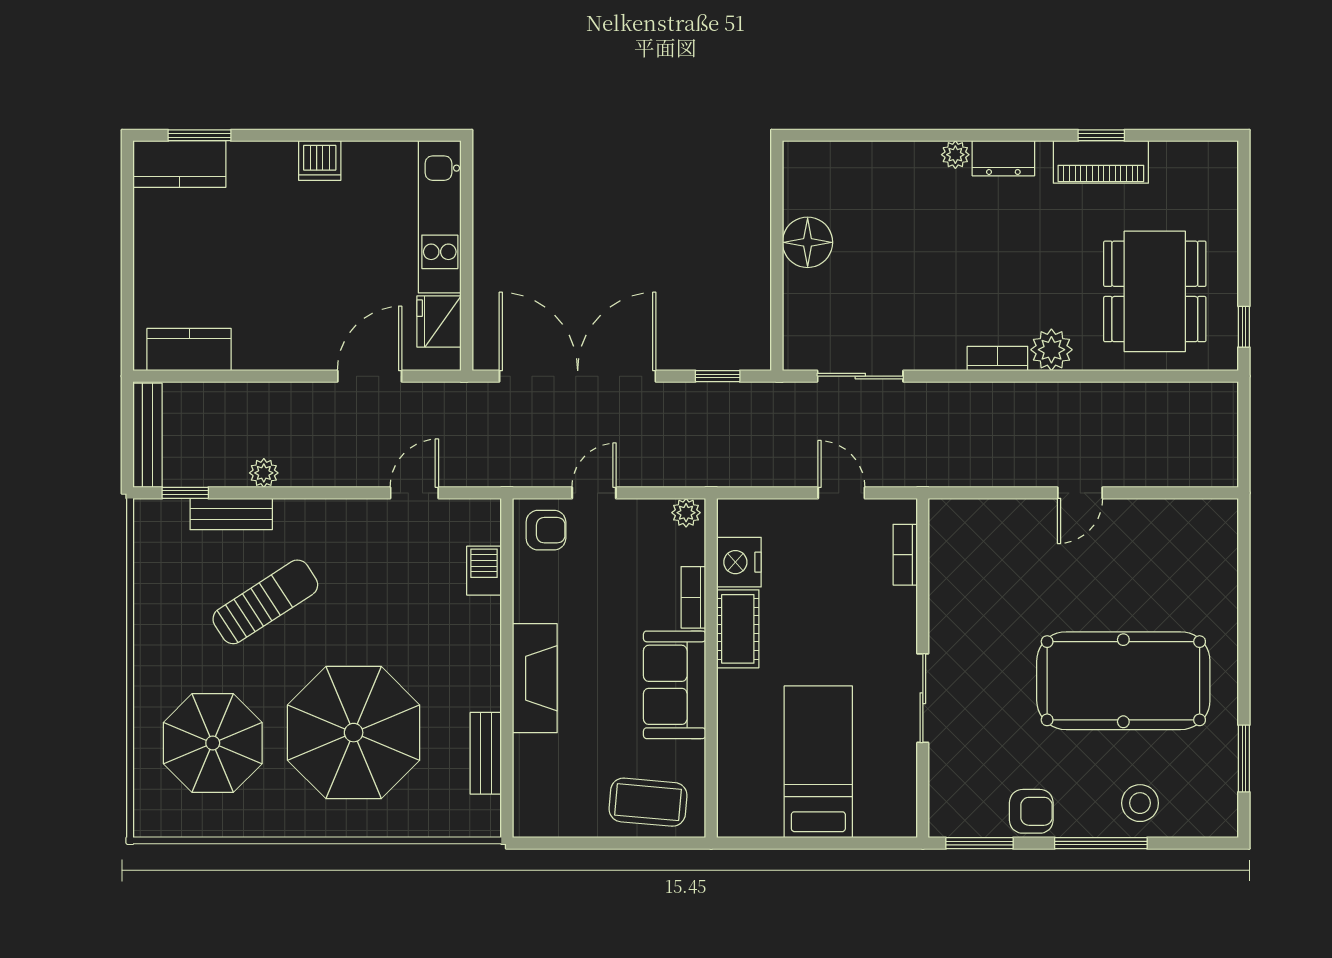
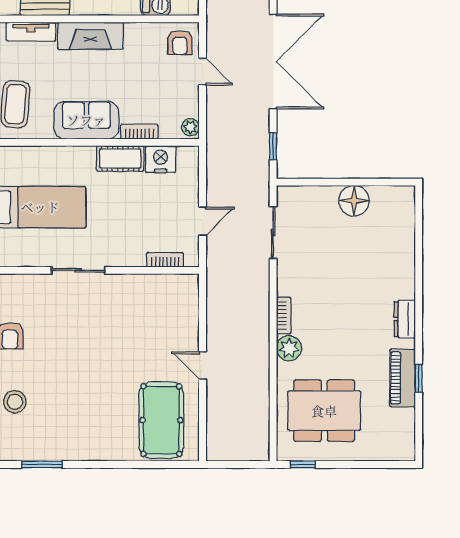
plant: (955, 155) -> (407, 290), removed
pool table: (1123, 681) -> (161, 420), moved, width x0.73, depth x0.76
tv unit: (528, 777) -> (31, 32), added

